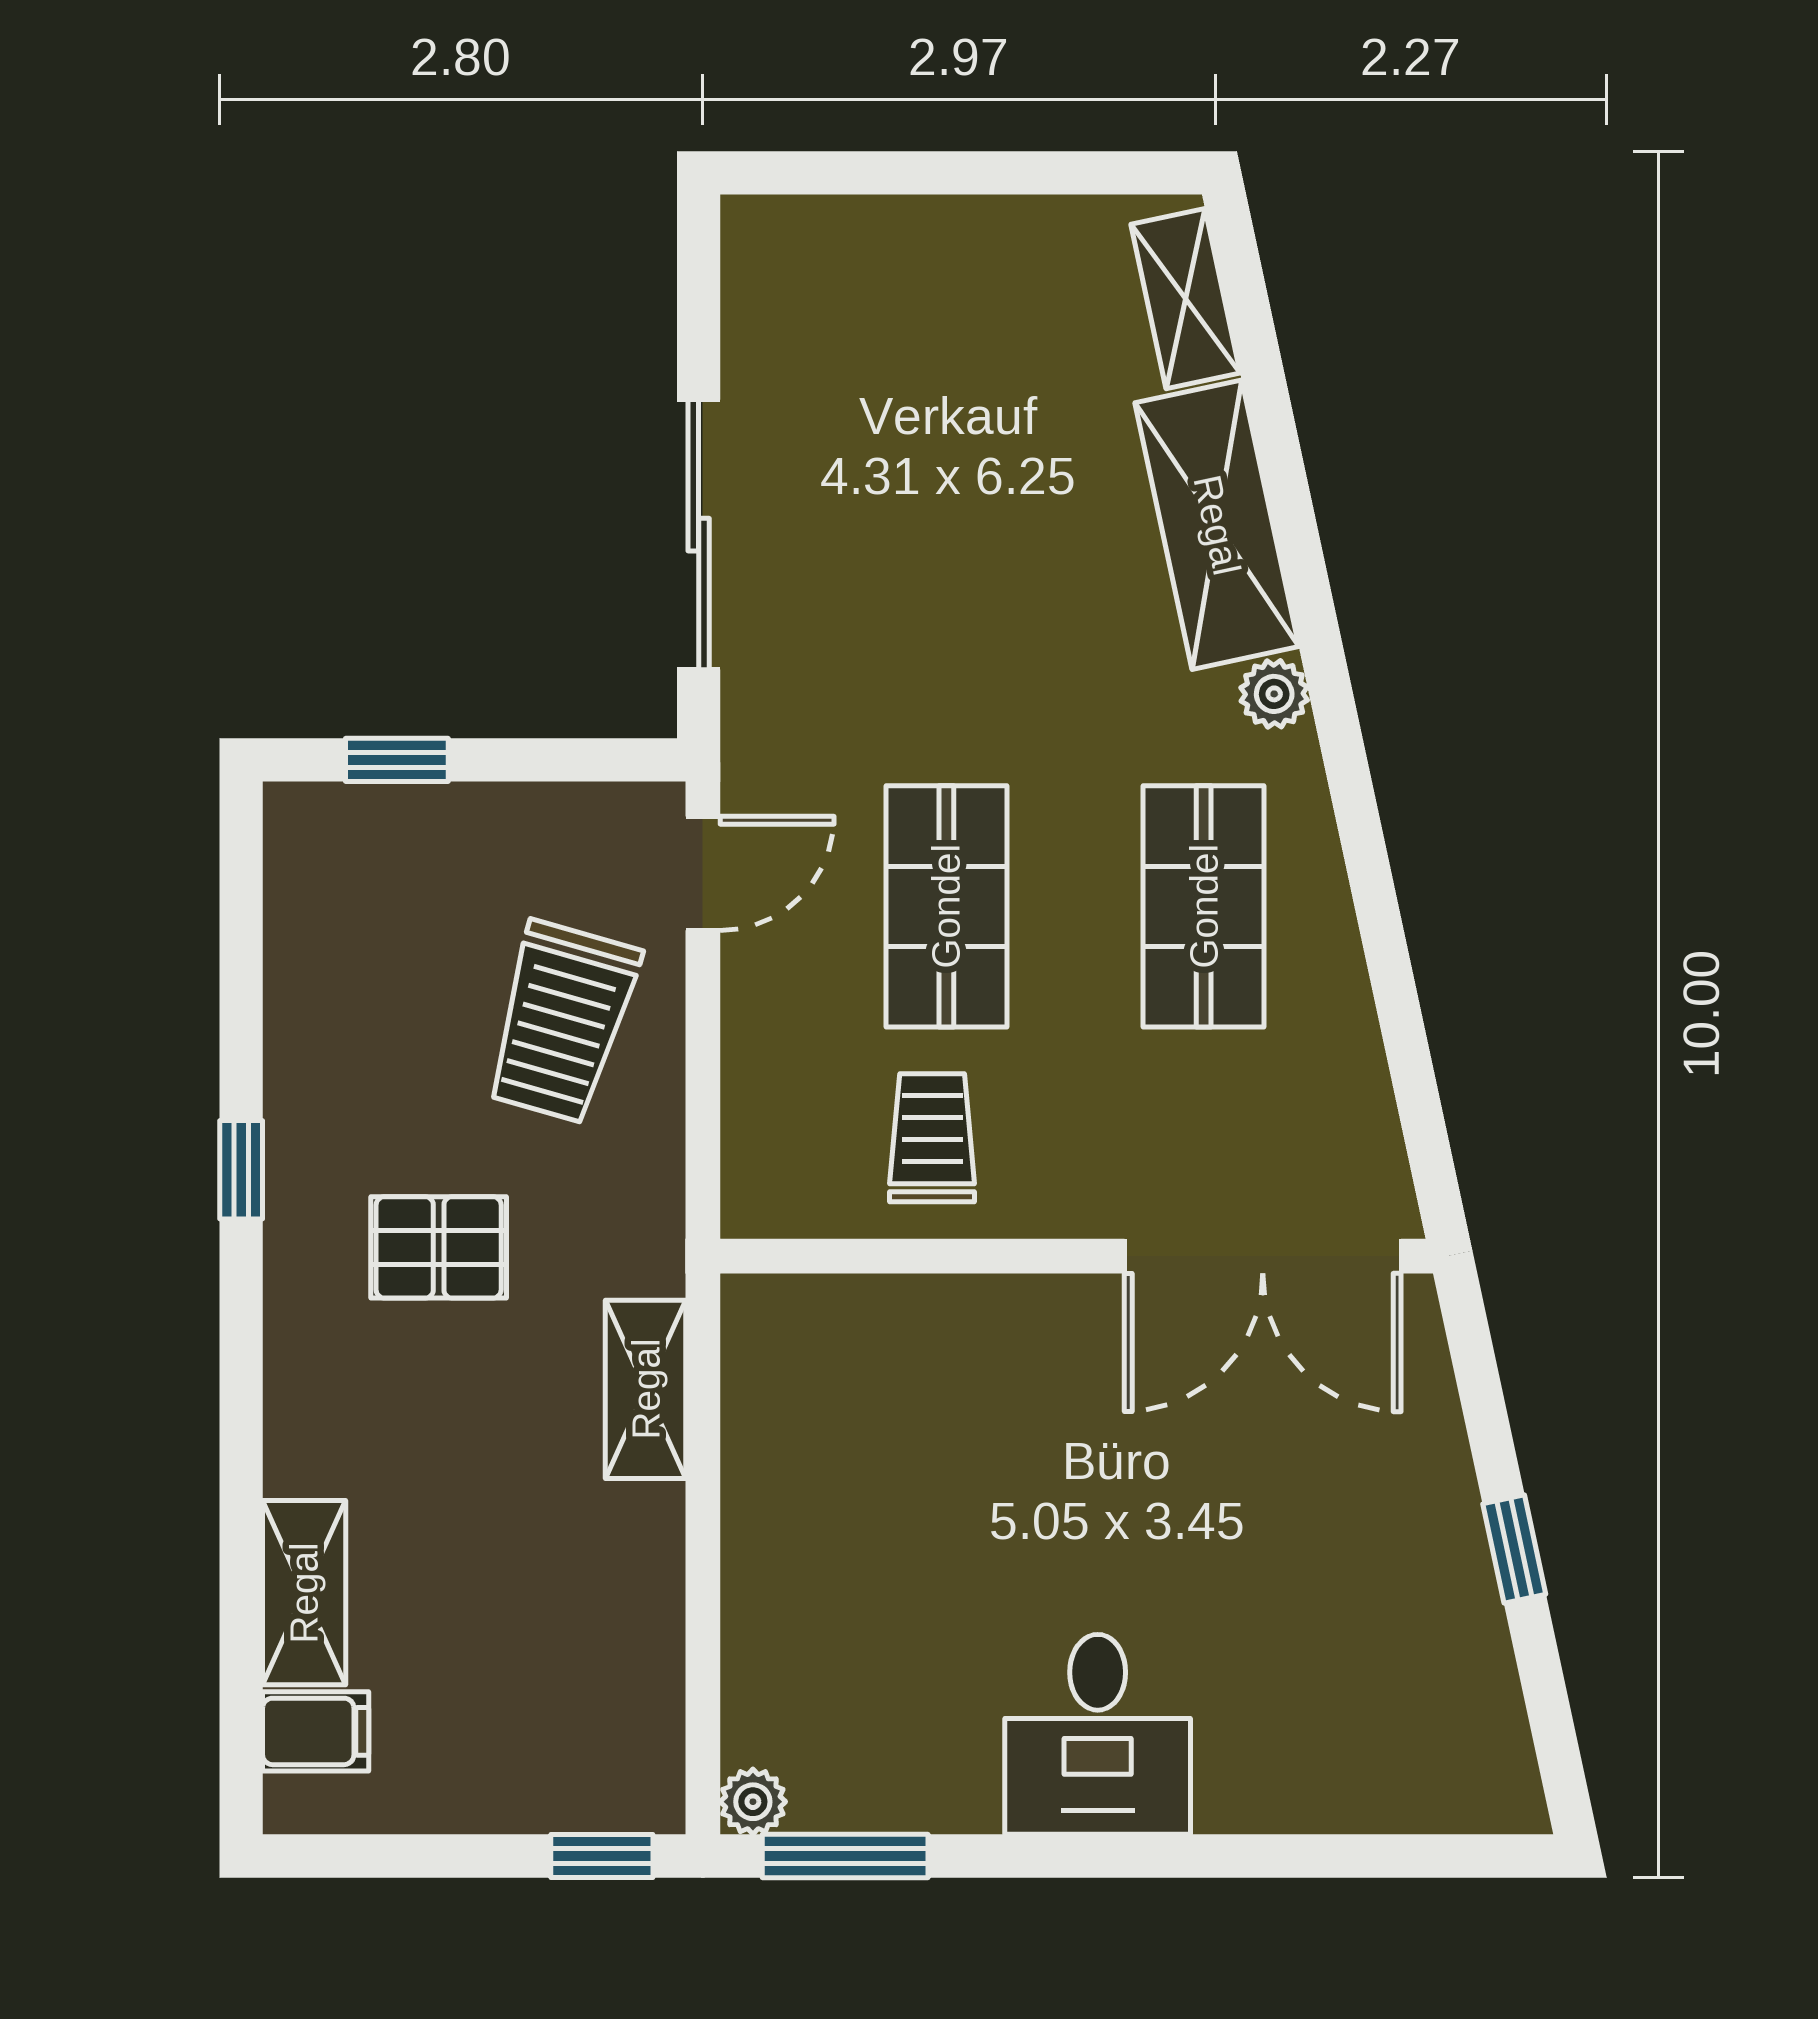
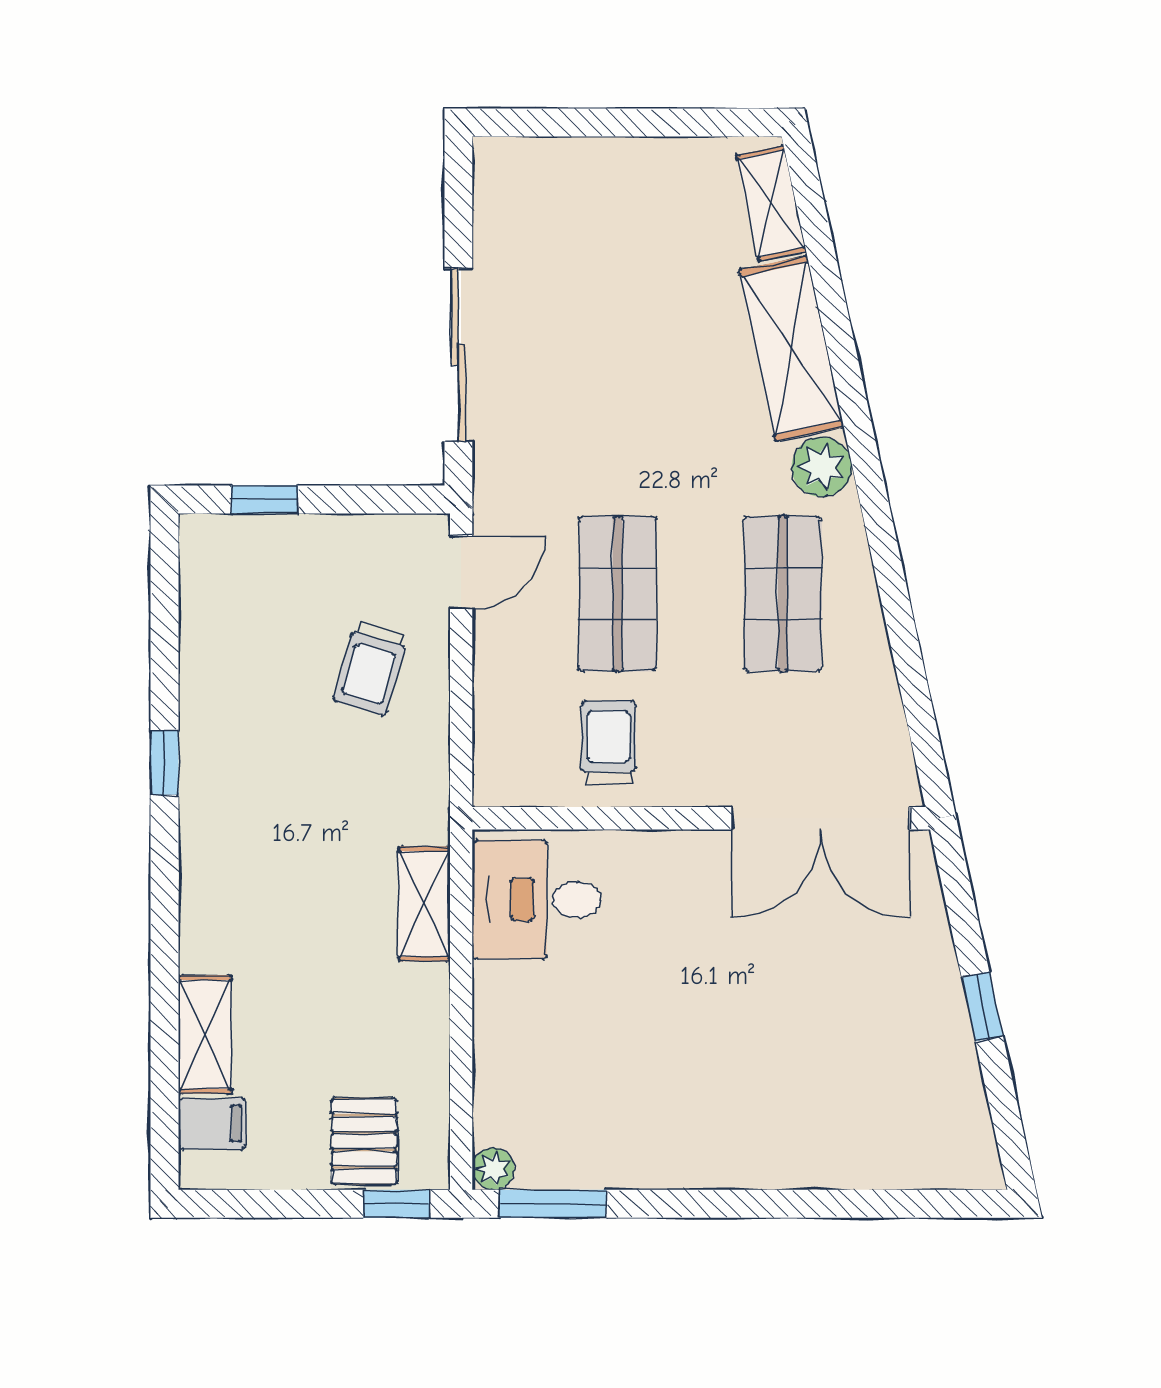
plant: (1274, 694) -> (822, 467), width x1.38, depth x1.38
trolley: (562, 1022) -> (371, 668), width x0.73, depth x0.72
pallet: (439, 1247) -> (364, 1141), moved, turned 90
desk: (1098, 1734) -> (537, 900), moved, turned 90

